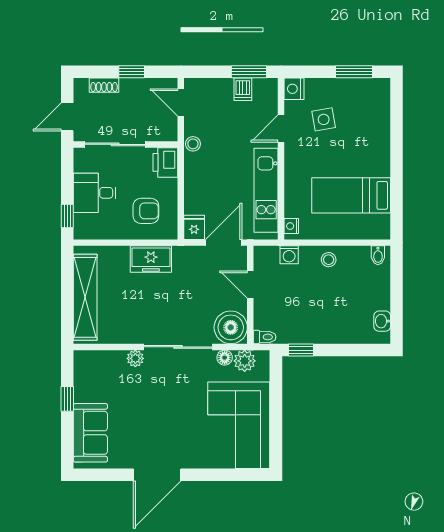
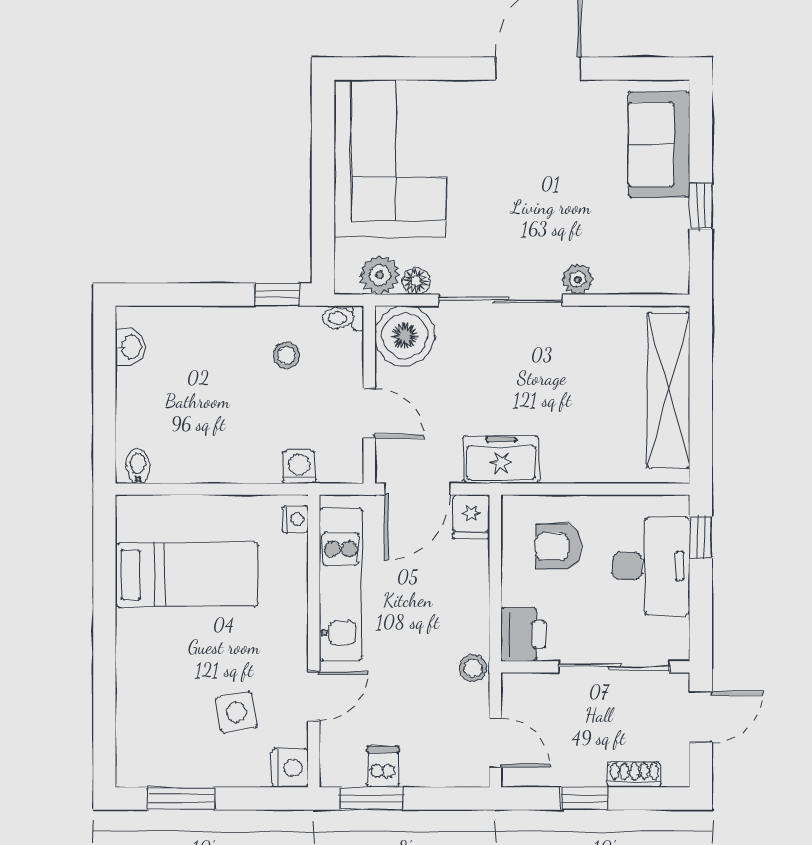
desk: (95, 193) -> (651, 566), width x1.37
freezer: (151, 259) -> (501, 459), moved
stool: (329, 260) -> (286, 355), moved

